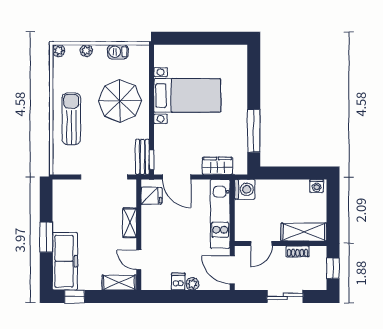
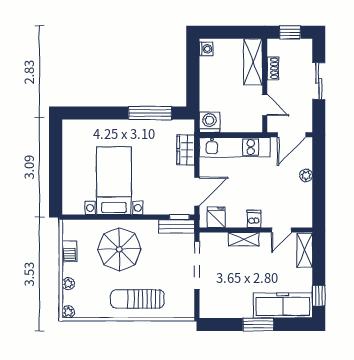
dishwasher: (178, 282) -> (254, 219), moved, turned 90

